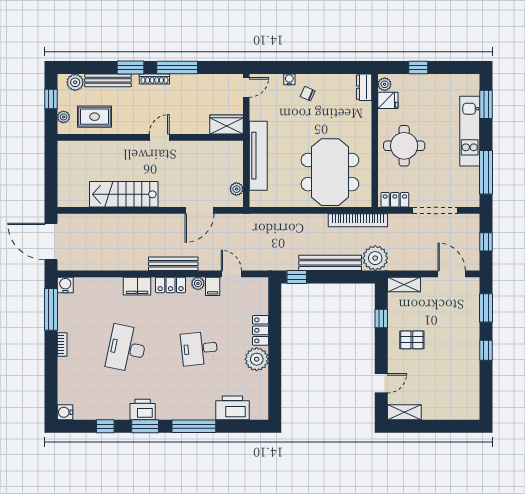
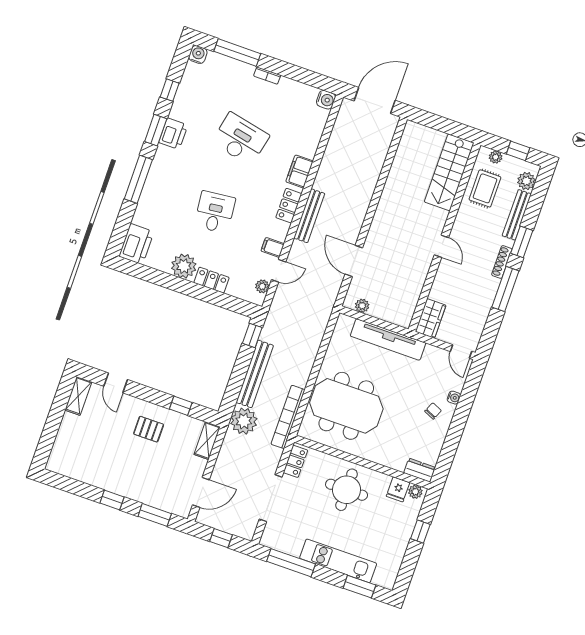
stairs: (124, 194) -> (449, 172), moved, turned 180
plant: (198, 283) -> (262, 286), moved
window: (51, 309) -> (237, 52), moved
pallet: (412, 340) -> (149, 429), turned 90
printer: (232, 408) -> (136, 244), moved

